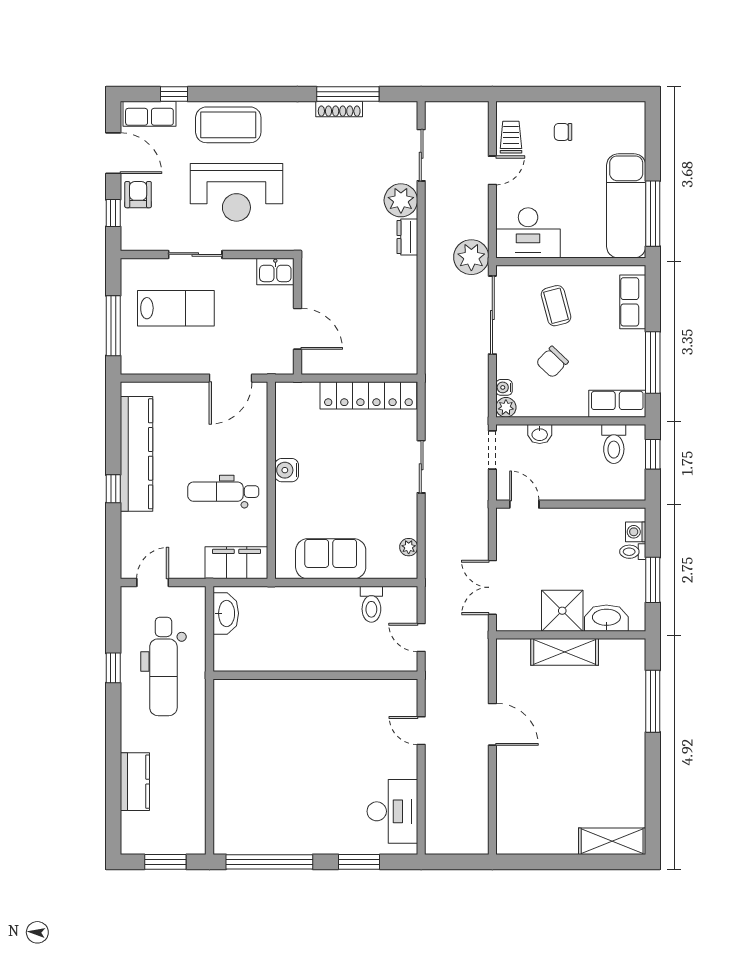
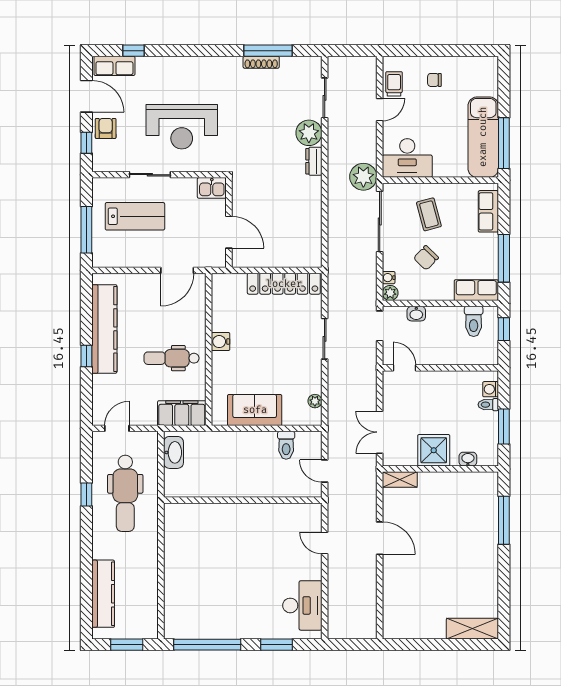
coffee table: (228, 125) -> (175, 74), removed
washbasin: (606, 618) -> (468, 459), width x0.52, depth x0.69
shelving: (565, 652) -> (400, 480), moved, width x0.67, depth x0.75
kitchen counter: (135, 782) -> (103, 594), width x1.50

